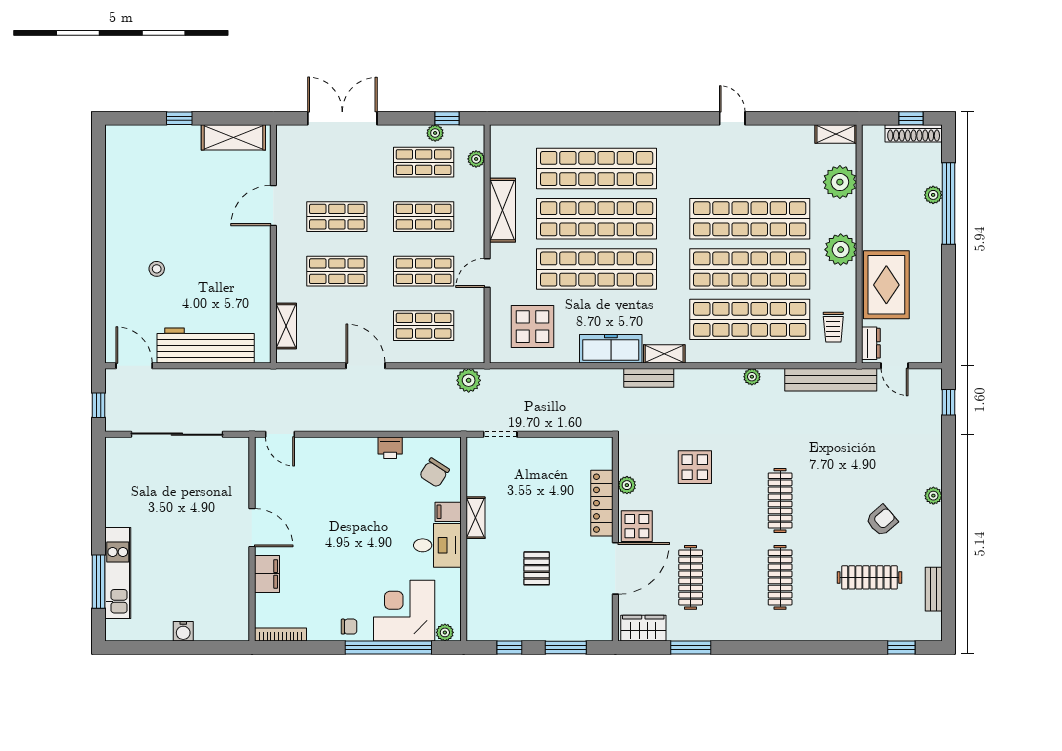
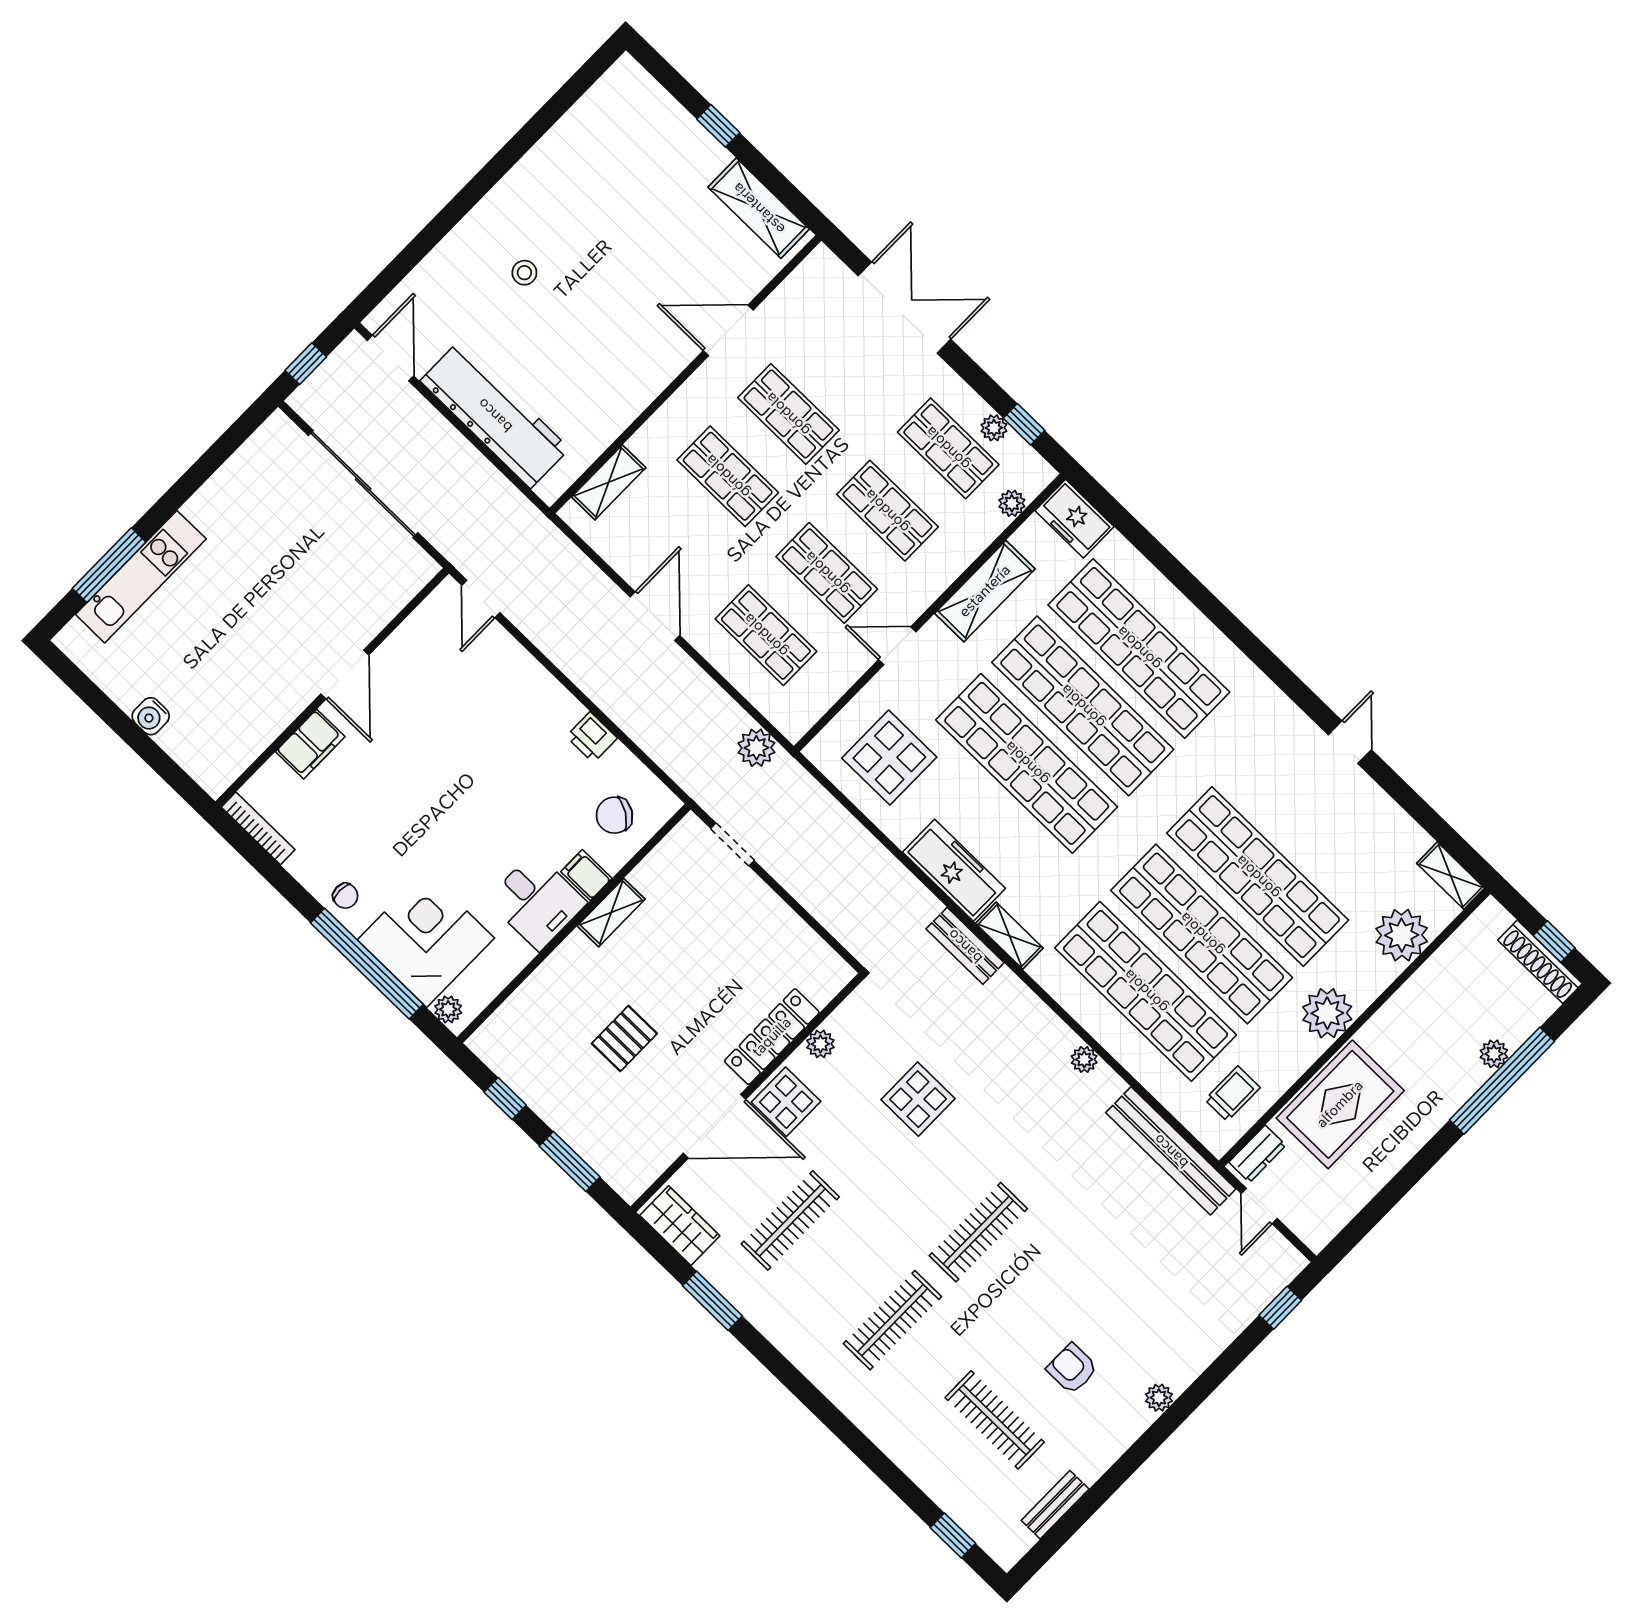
freezer: (511, 138) -> (1074, 519), added
trolley: (833, 327) -> (1232, 1094), turned 180
armchair: (882, 521) -> (1072, 1369), turned -139

